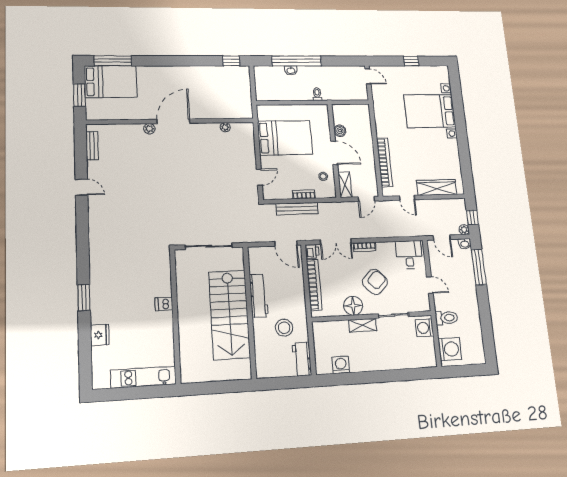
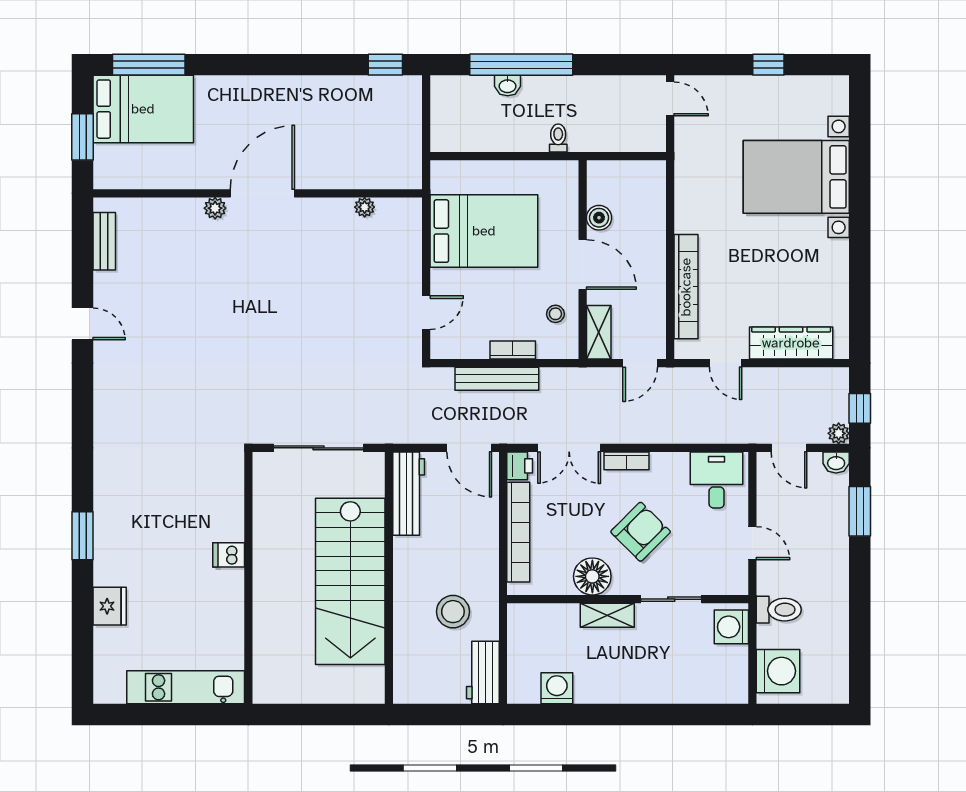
window: (479, 267) -> (860, 511), width x0.69
workbench: (259, 296) -> (409, 494), moved

